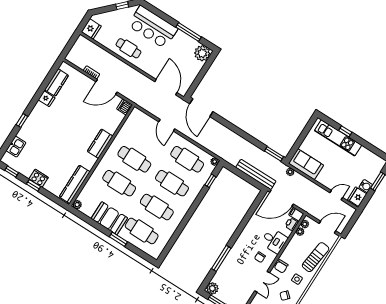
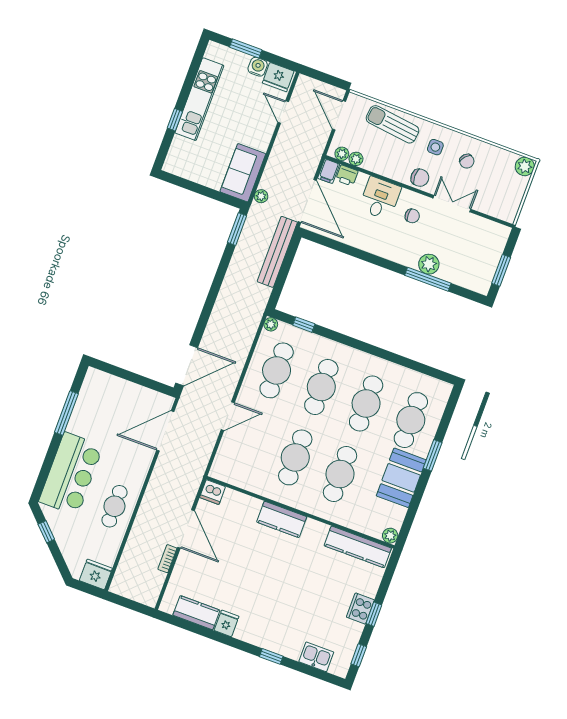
plant: (202, 53) -> (97, 383), removed
kitchen unit: (338, 138) -> (199, 99), moved
plant: (212, 288) -> (429, 264), moved

